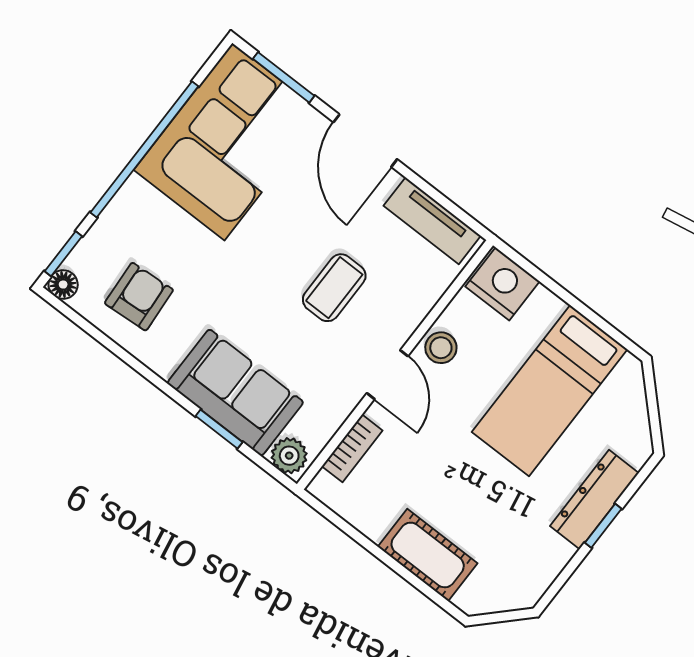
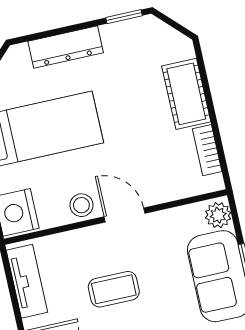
door: (387, 375) -> (124, 215), hinge flipped
bookcase: (352, 448) -> (207, 150), moved, turned -90
window: (603, 526) -> (124, 17), moved

